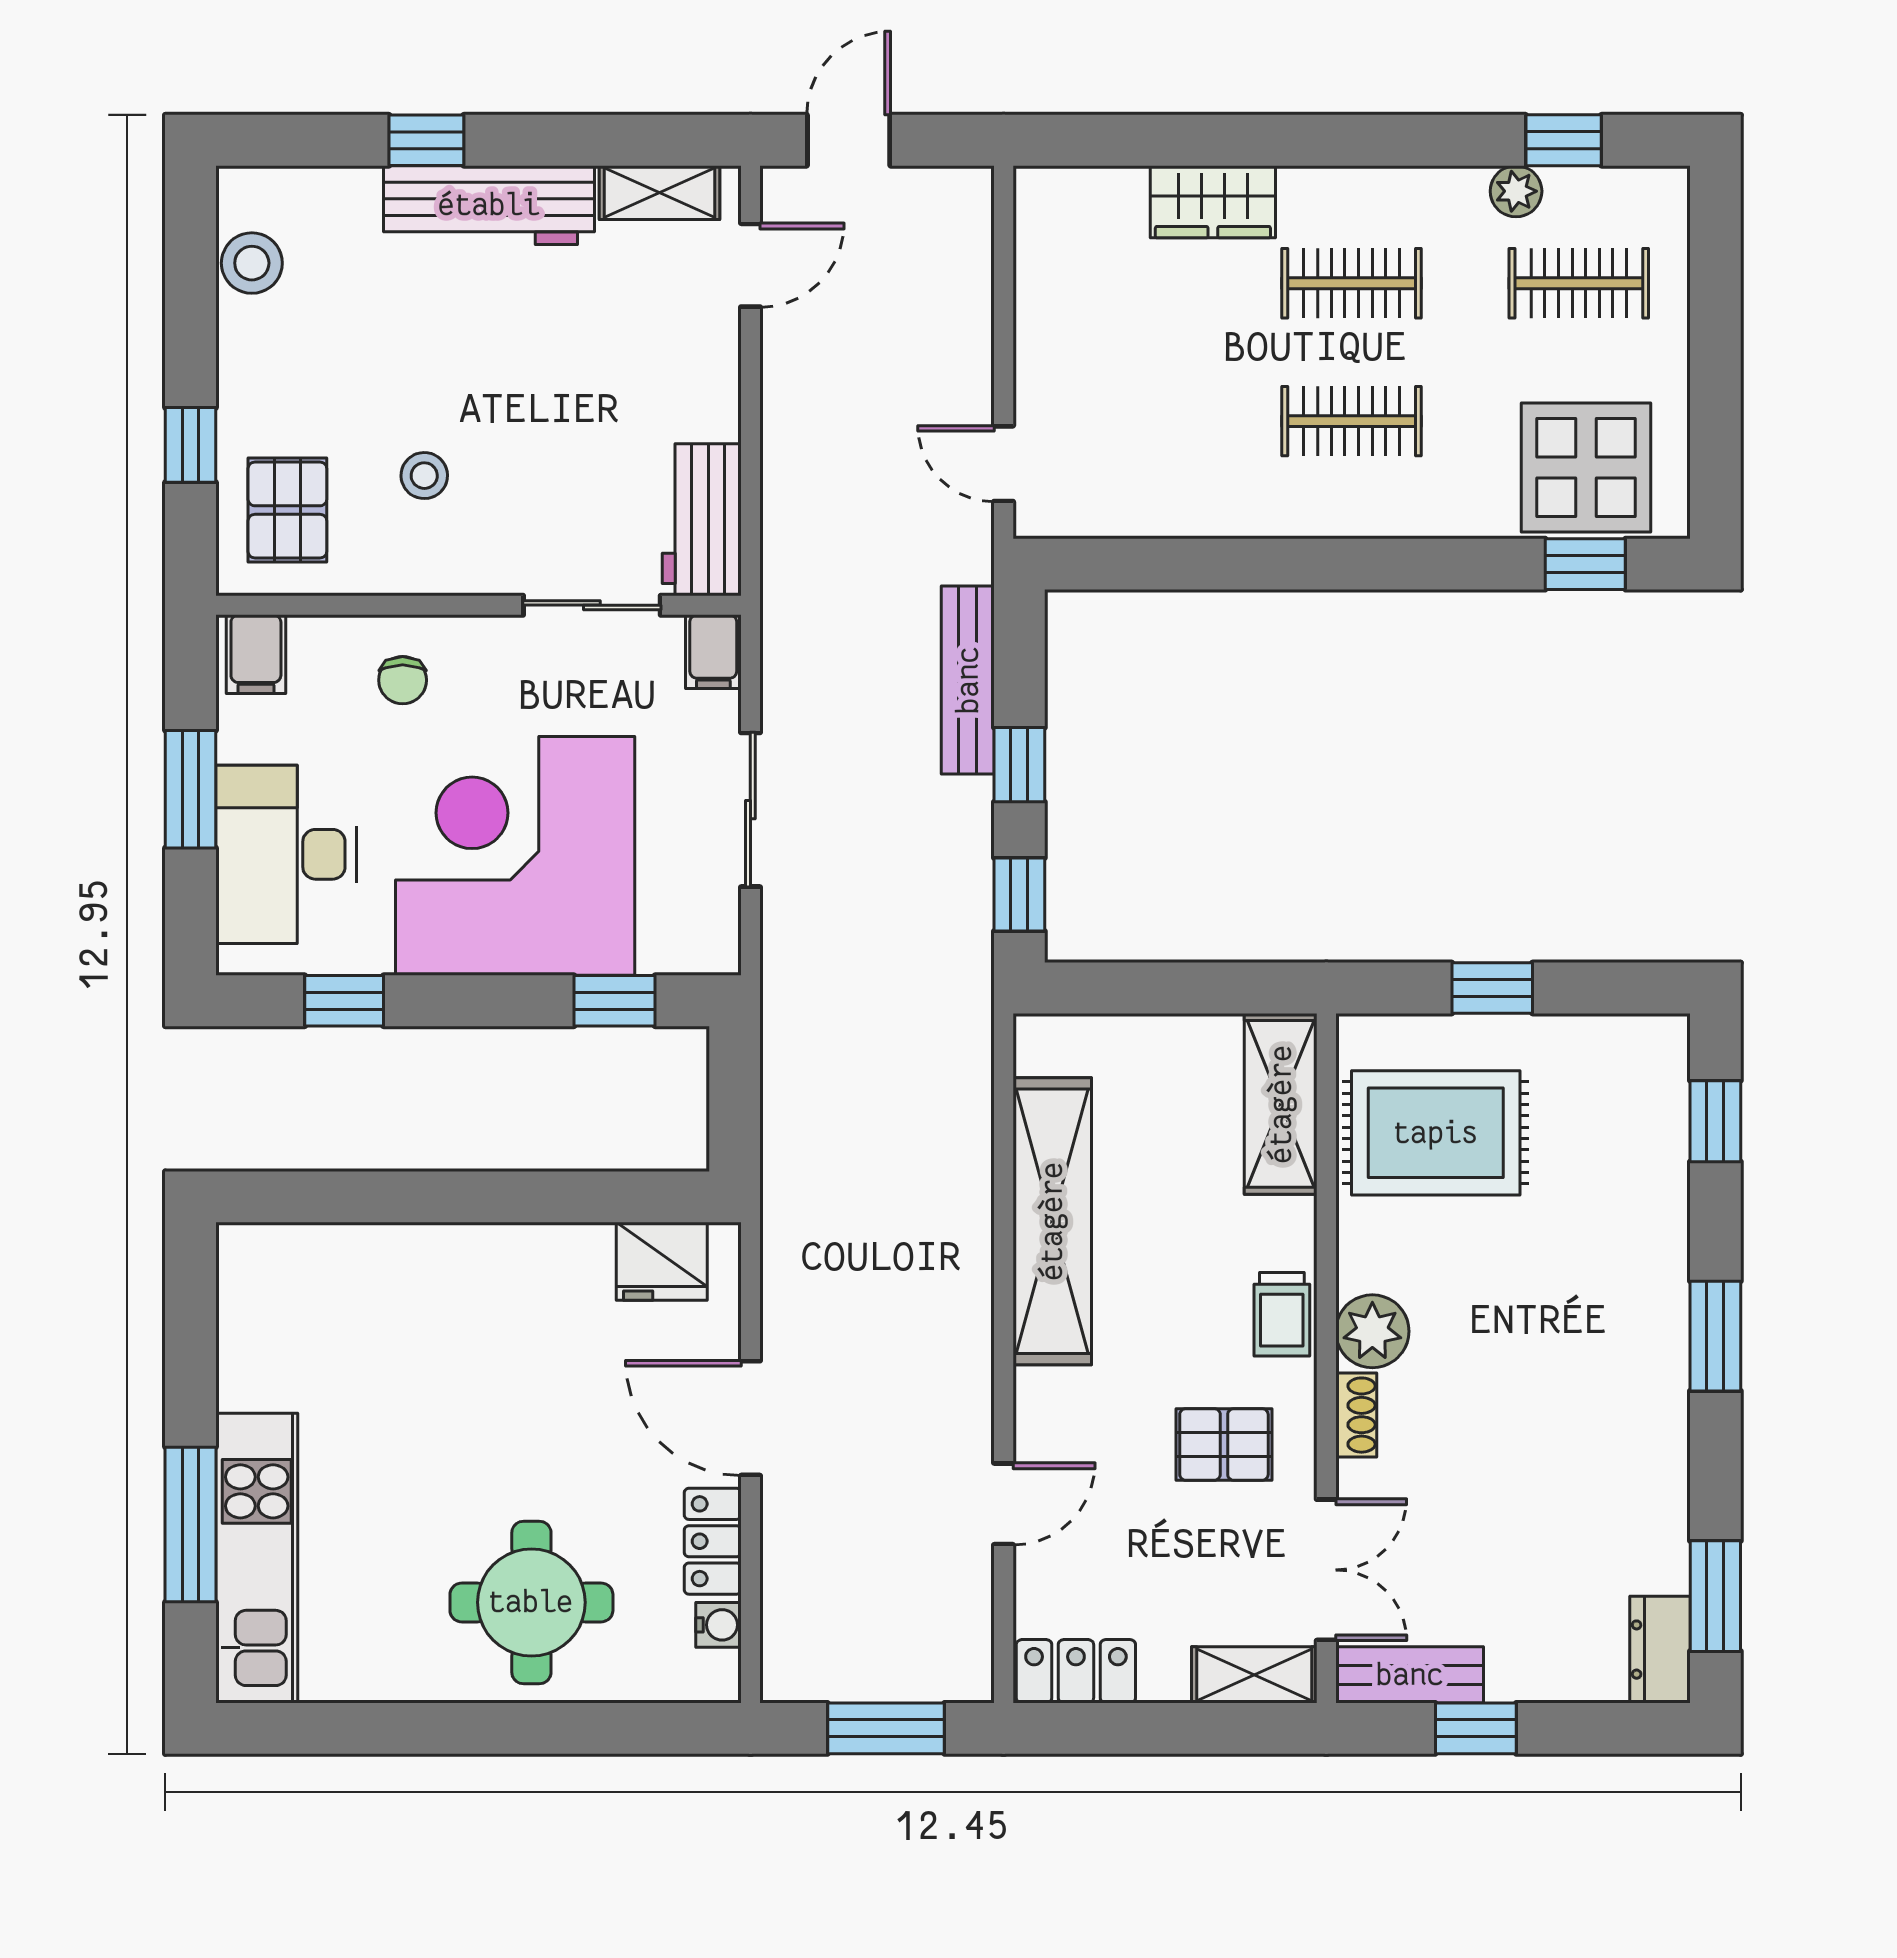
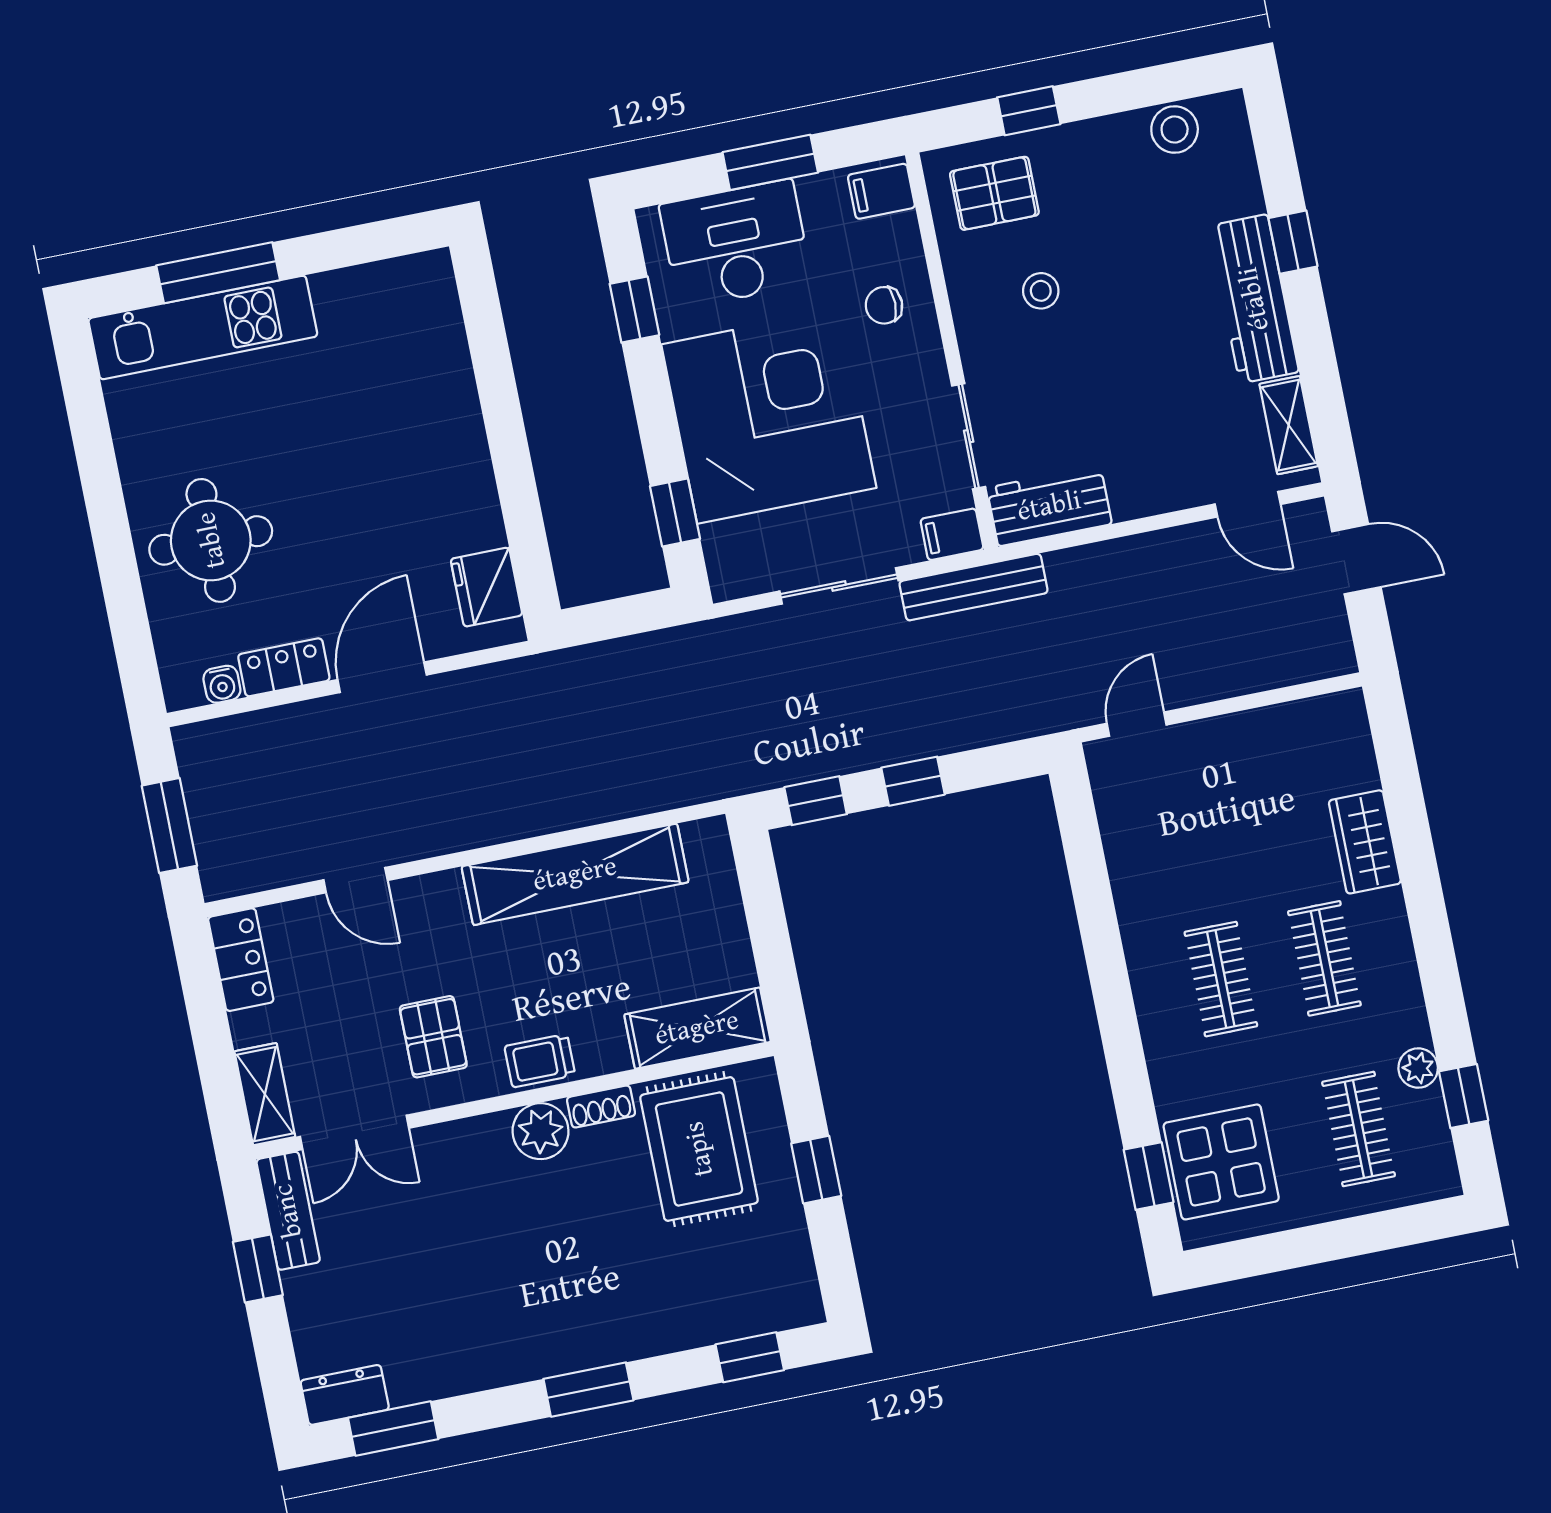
bench: (968, 680) -> (973, 587), moved
shoe rack: (1356, 1415) -> (601, 1107), moved

